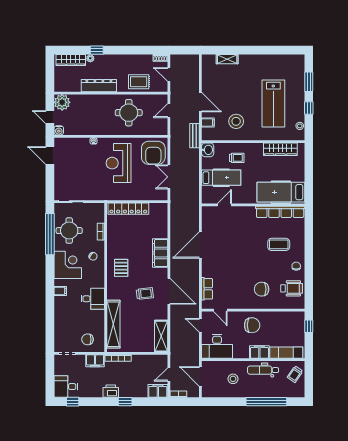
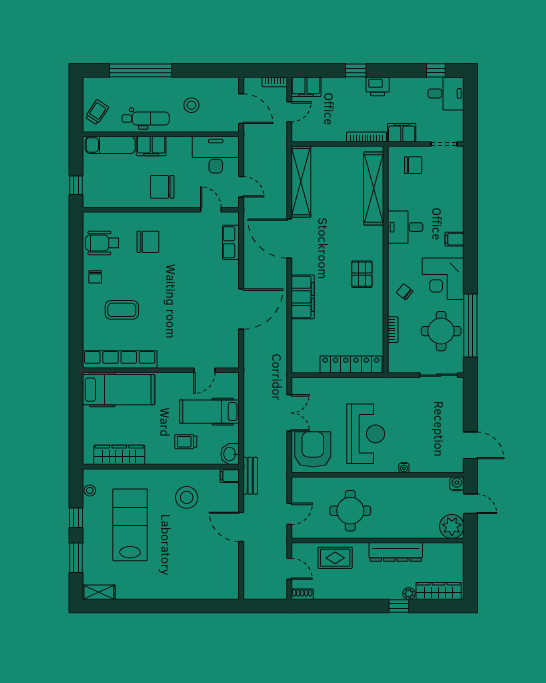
shelving: (227, 59) -> (99, 592), moved
filing cabinet: (208, 122) -> (230, 476), moved
trolley: (145, 294) -> (326, 235), removed
shelving: (161, 336) -> (301, 182), width x1.47

